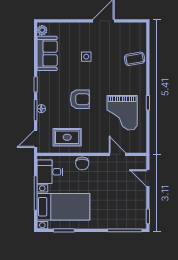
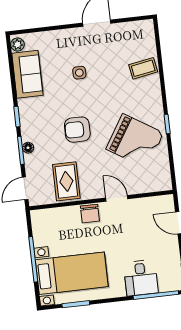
armchair: (80, 99) -> (77, 130), turned 180
grand piano: (122, 113) -> (135, 141), turned -58
rug: (67, 137) -> (66, 181), turned 90
door: (117, 154) -> (117, 198), moved
desk: (50, 172) -> (141, 278), moved, turned -90

